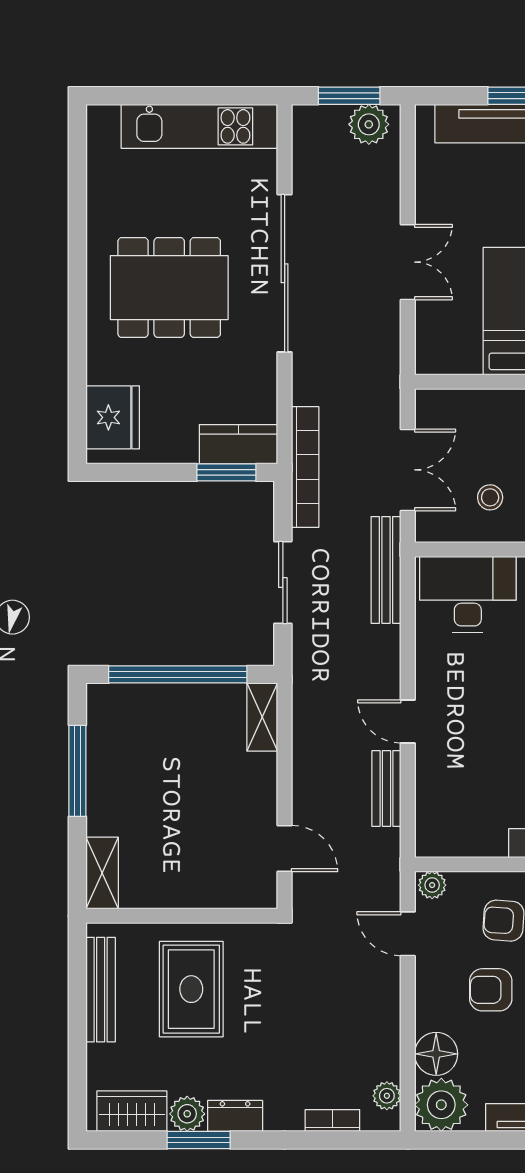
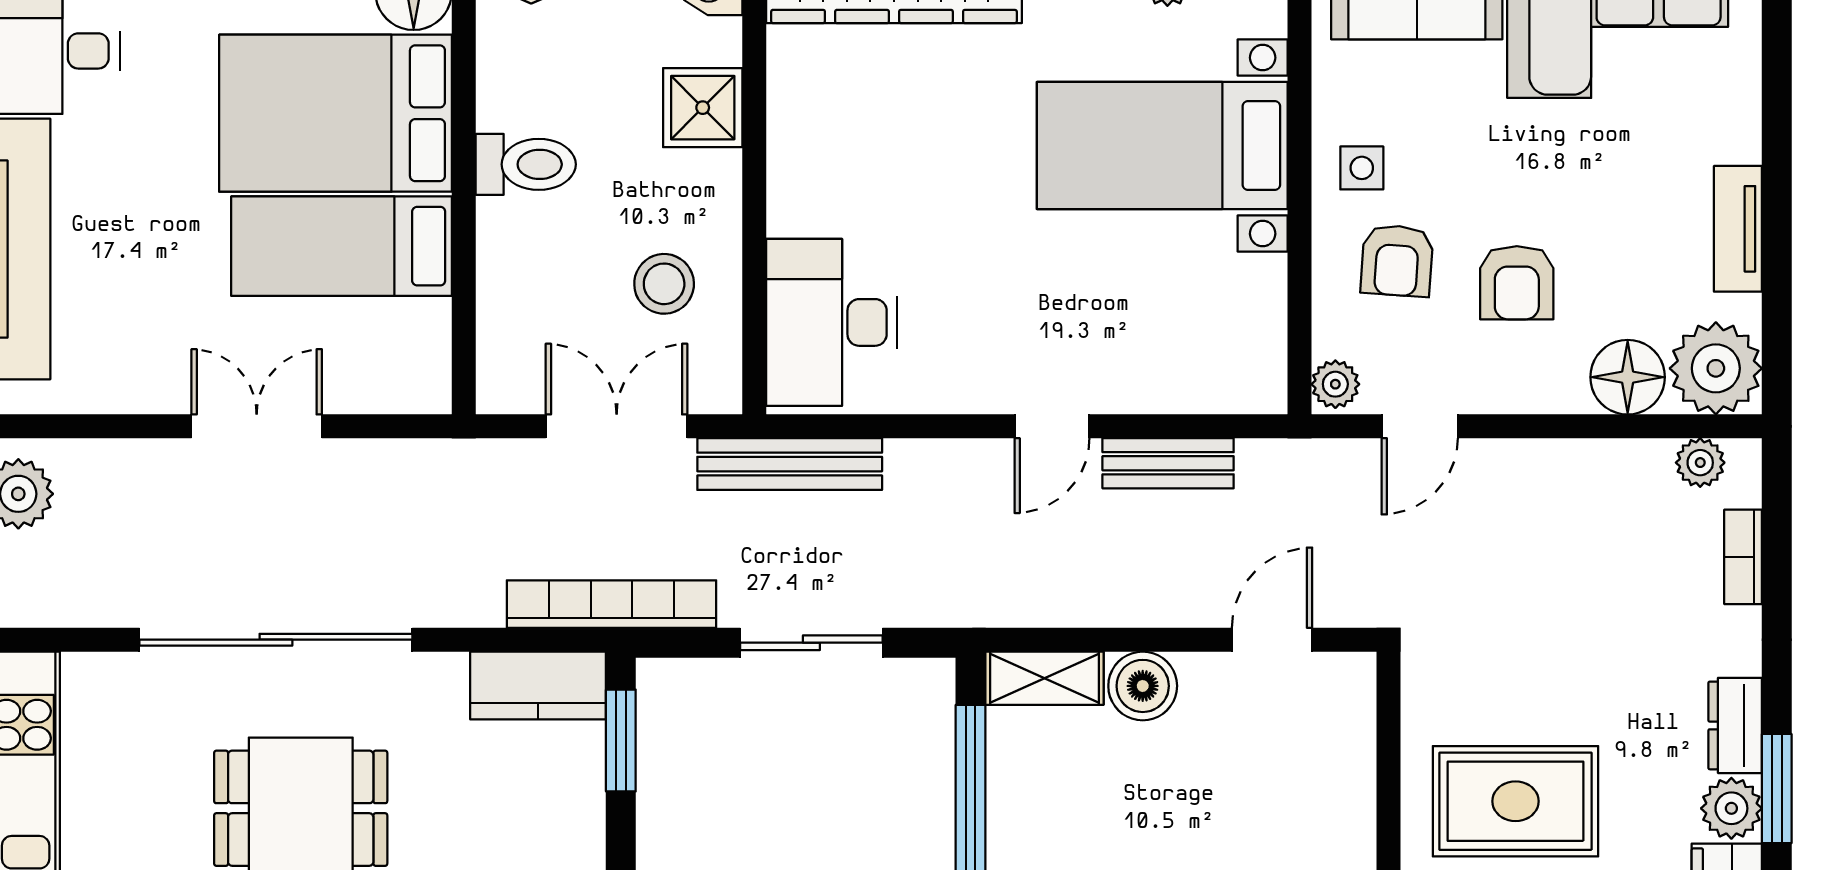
kitchen counter: (238, 444) -> (538, 686), moved, turned -90
stool: (490, 497) -> (664, 284), width x1.37, depth x1.37
boiler: (258, 774) -> (1143, 686), added

